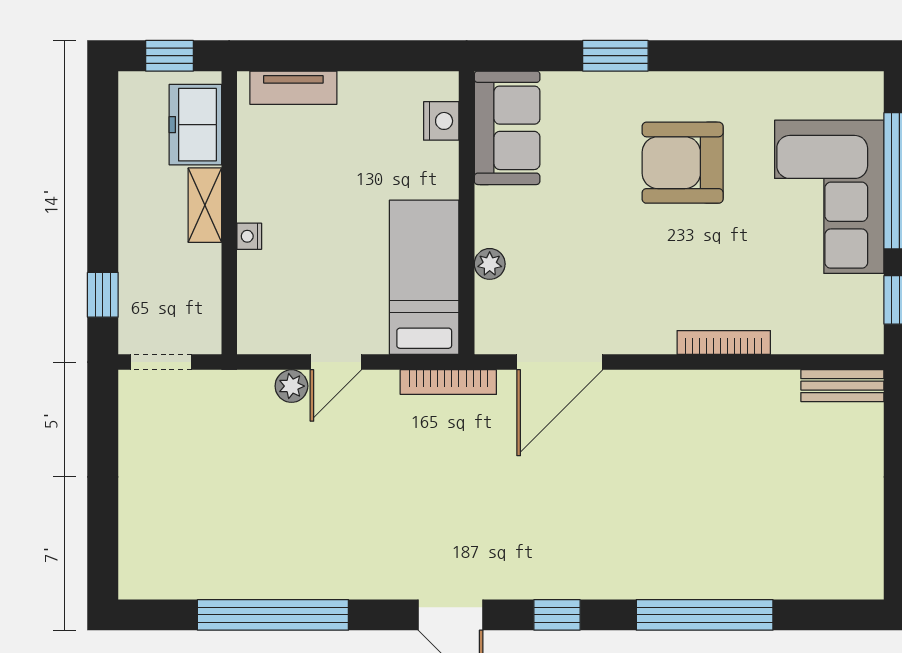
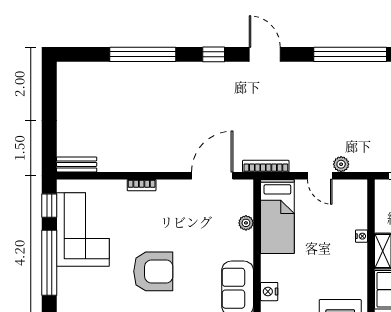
corner sofa: (829, 197) -> (83, 230), moved
bookcase: (724, 342) -> (142, 185), width x0.64
door: (336, 362) -> (320, 176), swing flipped

